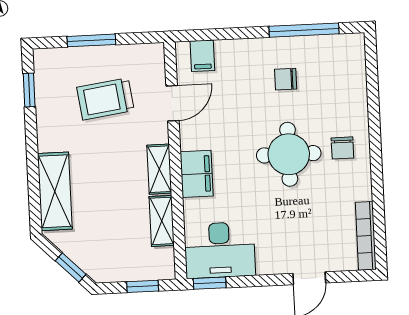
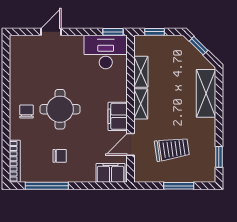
filing cabinet: (202, 56) -> (111, 173), width x2.00
filing cabinet: (197, 174) -> (118, 116), moved
bookcase: (366, 236) -> (15, 161), moved

